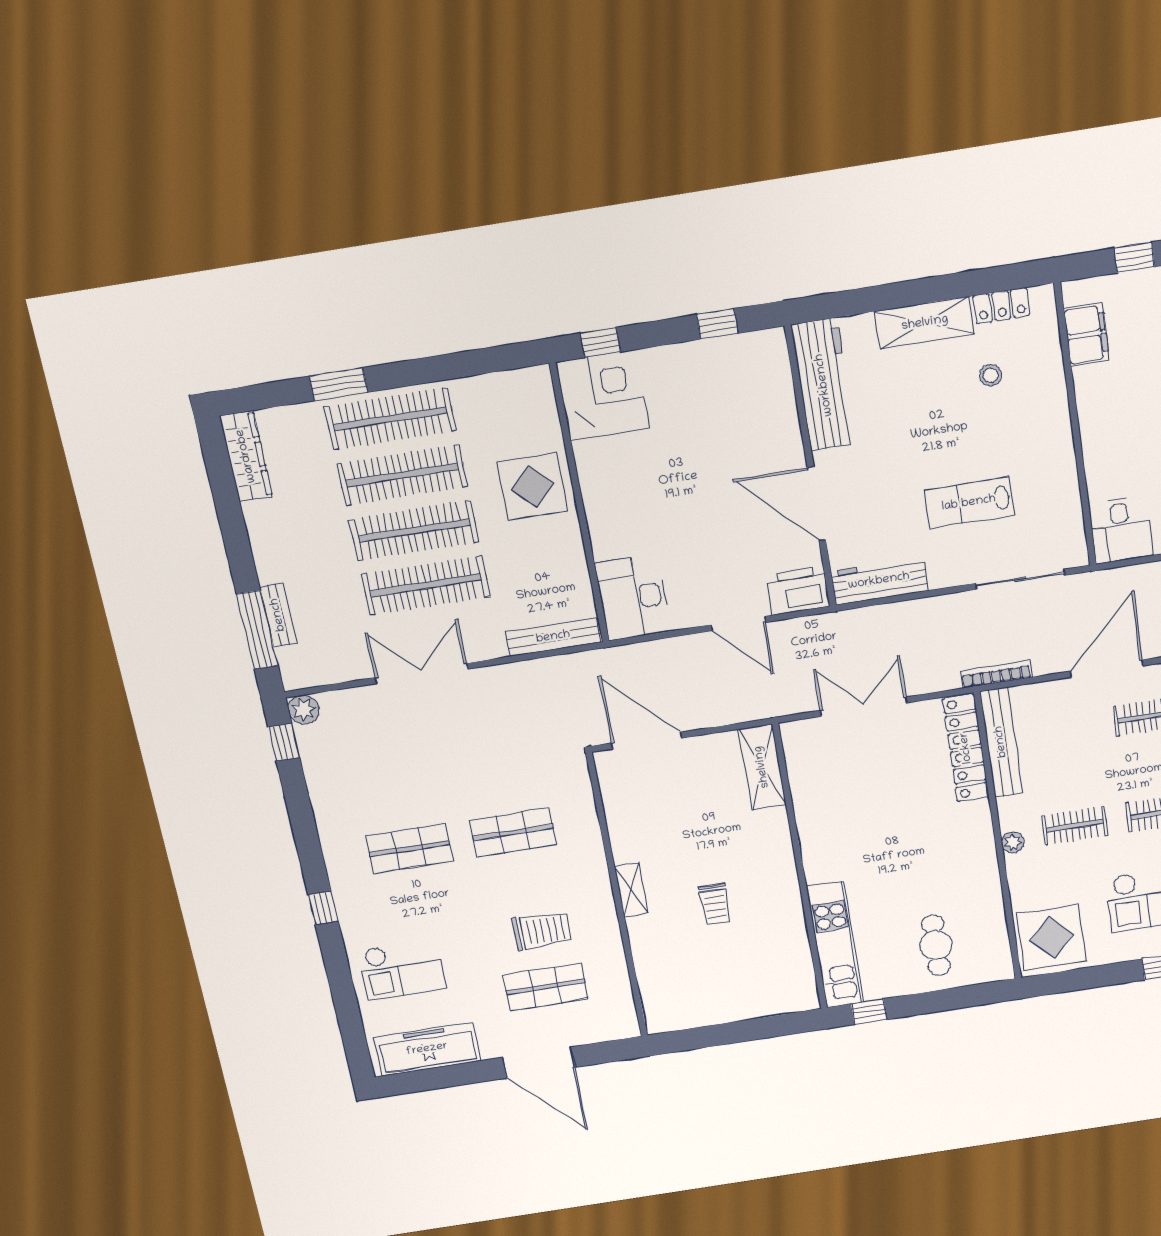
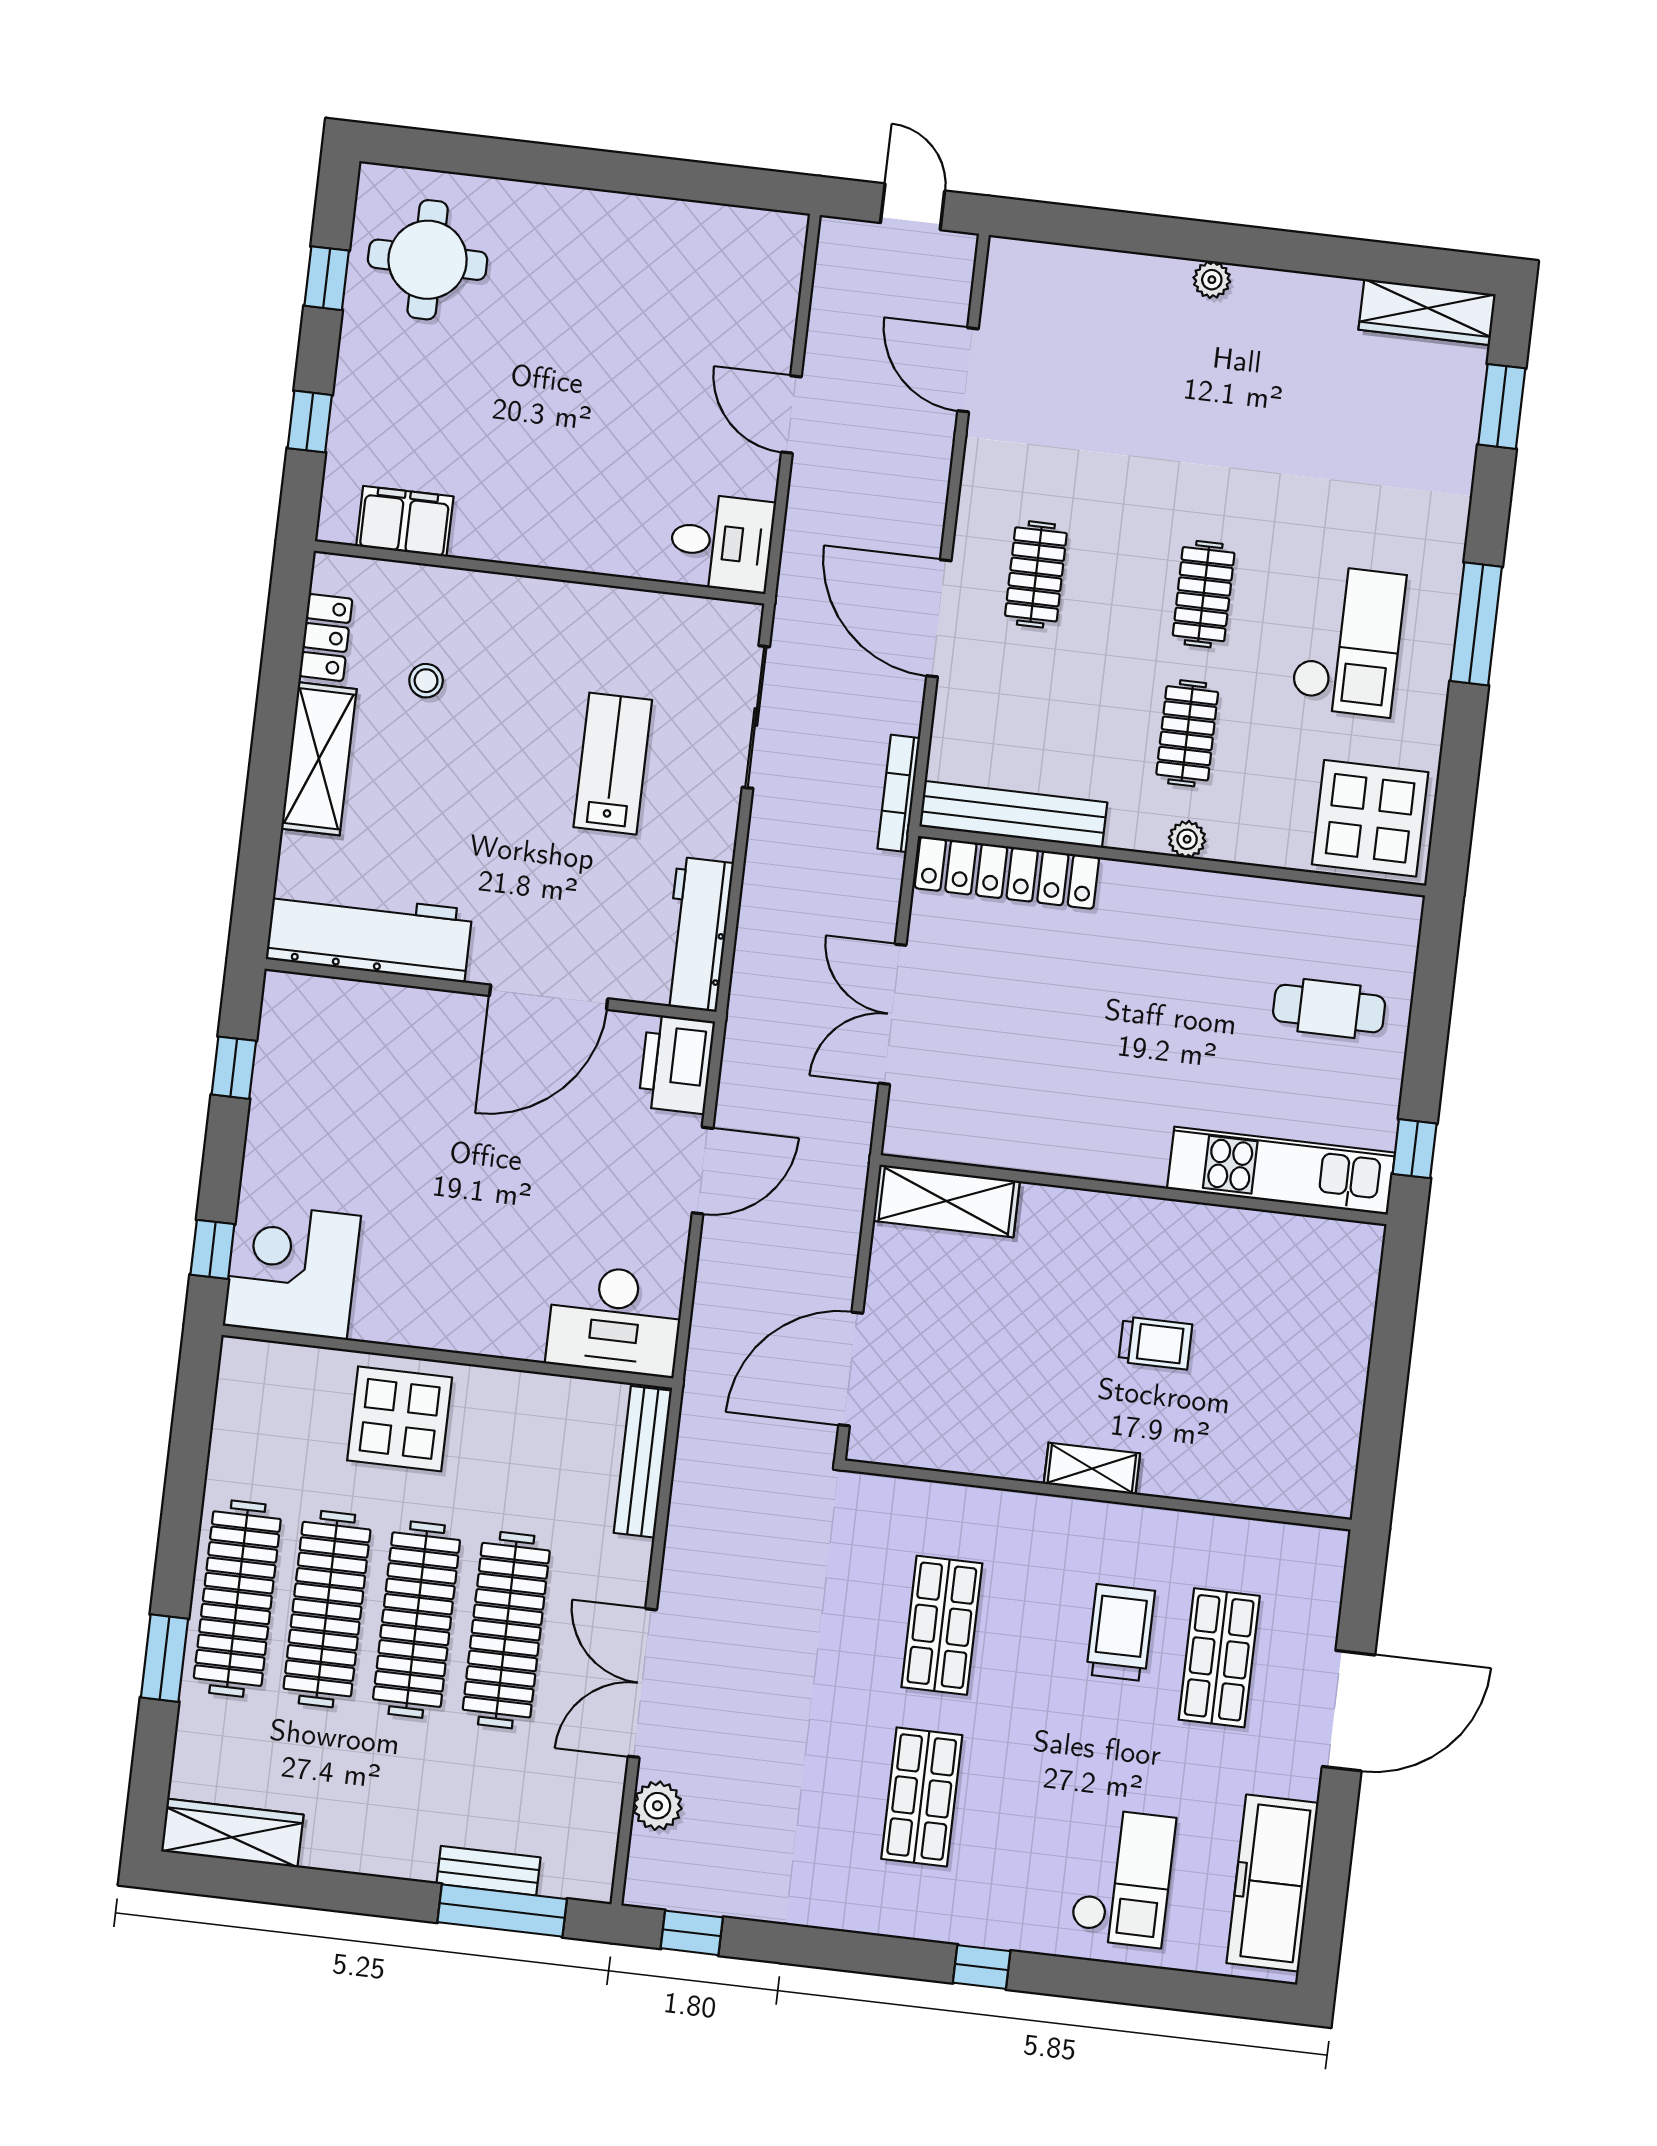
lab bench: (969, 503) -> (613, 764), turned 180
plant: (304, 710) -> (657, 1806), moved

